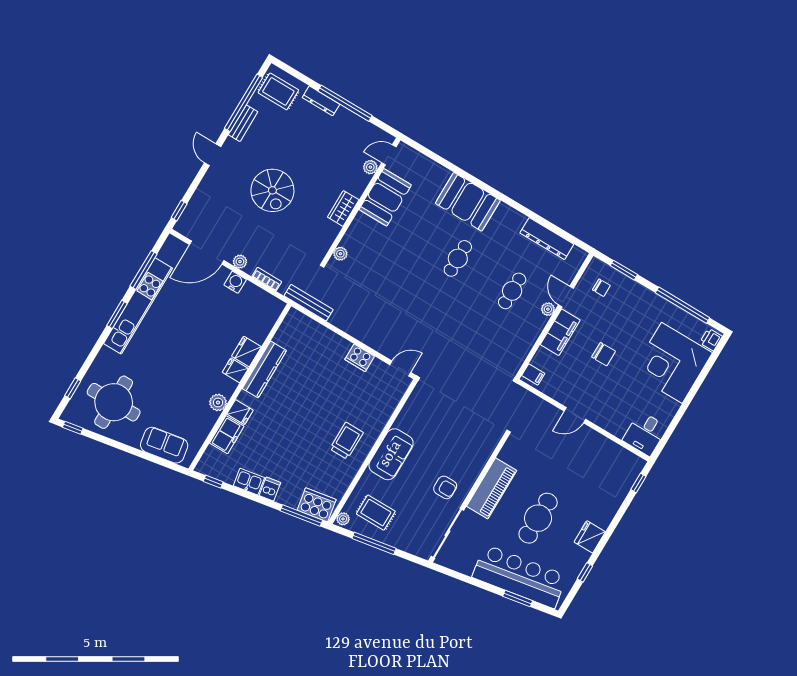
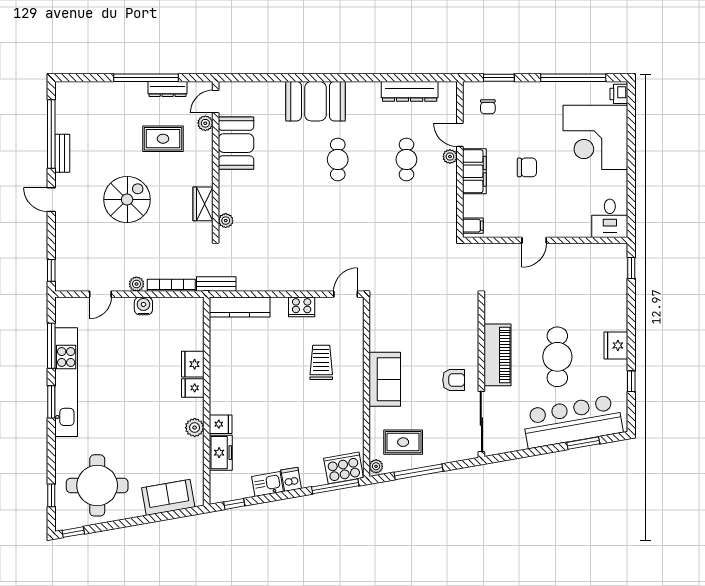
rug: (278, 91) -> (163, 139), moved
dresser: (321, 101) -> (168, 89), moved
spiral stairs: (272, 190) -> (127, 200), turned -90
wardrobe: (343, 208) -> (203, 204), moved
door: (207, 253) -> (100, 294), width x0.53
bookcase: (267, 279) -> (171, 285), width x1.56
chair: (601, 288) -> (488, 107), turned 90
bench: (309, 303) -> (216, 284), width x0.73
kitchen counter: (264, 370) -> (240, 307), moved, turned 90
trolley: (347, 441) -> (321, 362), moved

